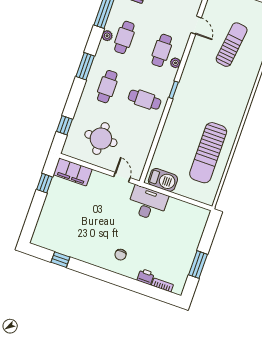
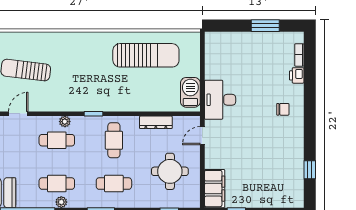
dresser: (147, 141) -> (156, 122), added

